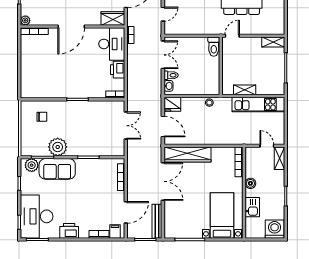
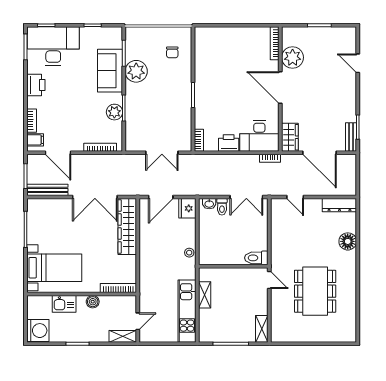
plant: (25, 20) -> (293, 57), moved, width x1.87, depth x1.87
plant: (32, 165) -> (114, 112), moved

